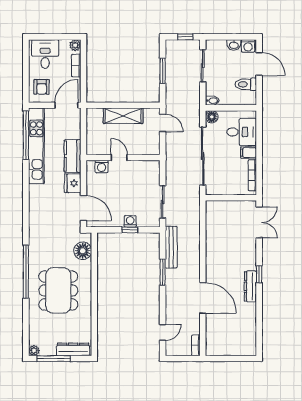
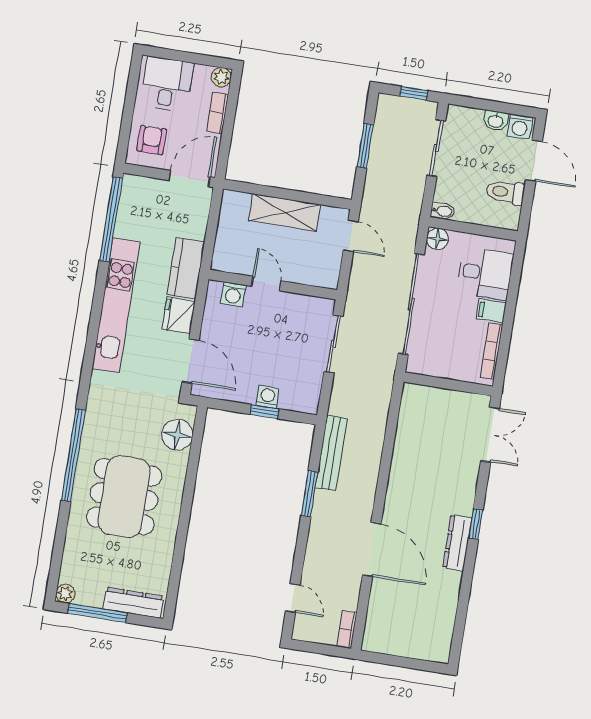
armchair: (42, 87) -> (152, 140), turned 180
kitchen unit: (36, 146) -> (116, 305), moved
sliding door: (163, 202) -> (333, 344), moved
door: (163, 332) -> (293, 598), hinge flipped

